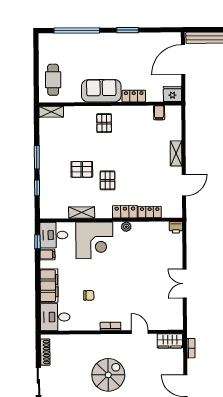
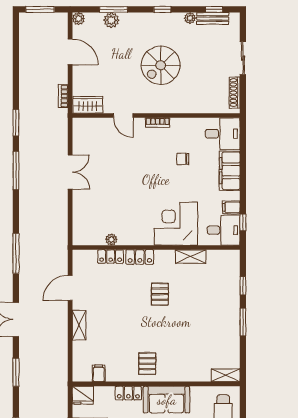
pallet: (104, 123) -> (147, 364), moved
pallet: (82, 169) -> (190, 307), removed
plant: (126, 227) -> (111, 239), moved
printer: (176, 227) -> (80, 238), removed

